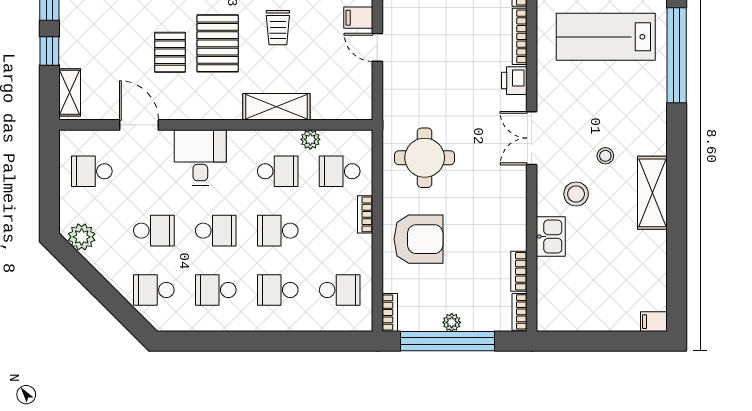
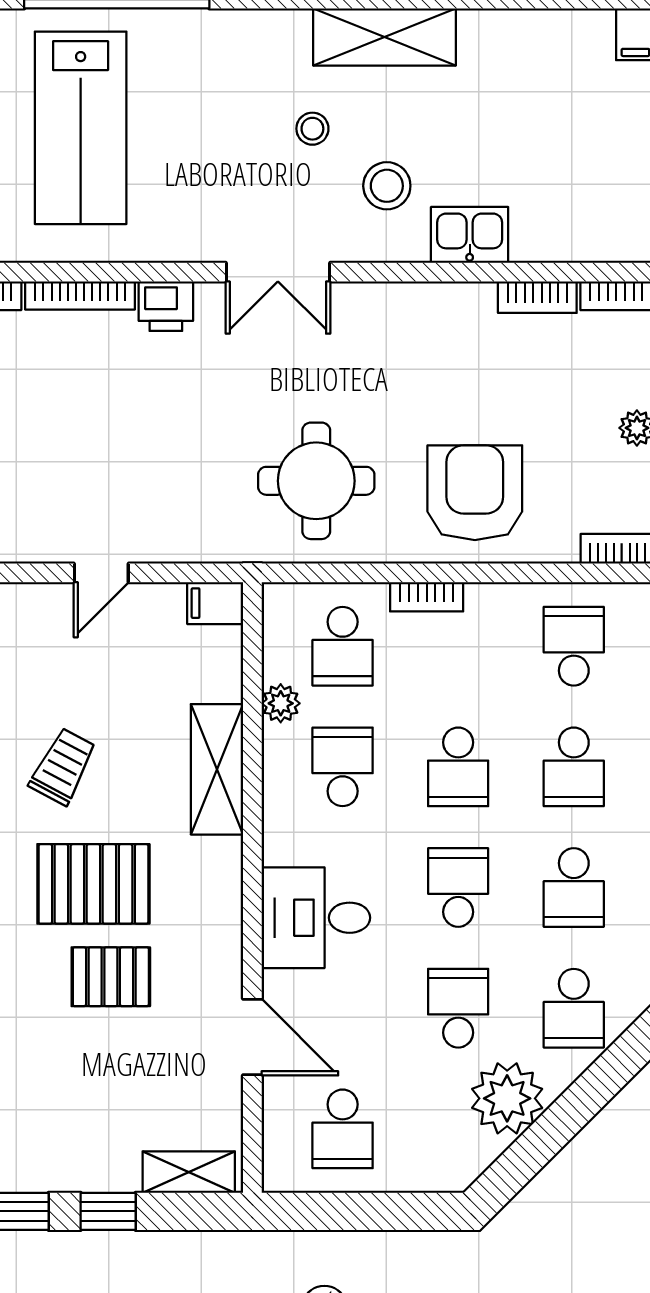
filing cabinet: (358, 18) -> (215, 603), moved, turned 90
trolley: (278, 28) -> (63, 767), turned -62
door: (139, 125) -> (252, 1037), swing flipped
plant: (82, 237) -> (507, 1098), moved, width x1.36, depth x1.36

